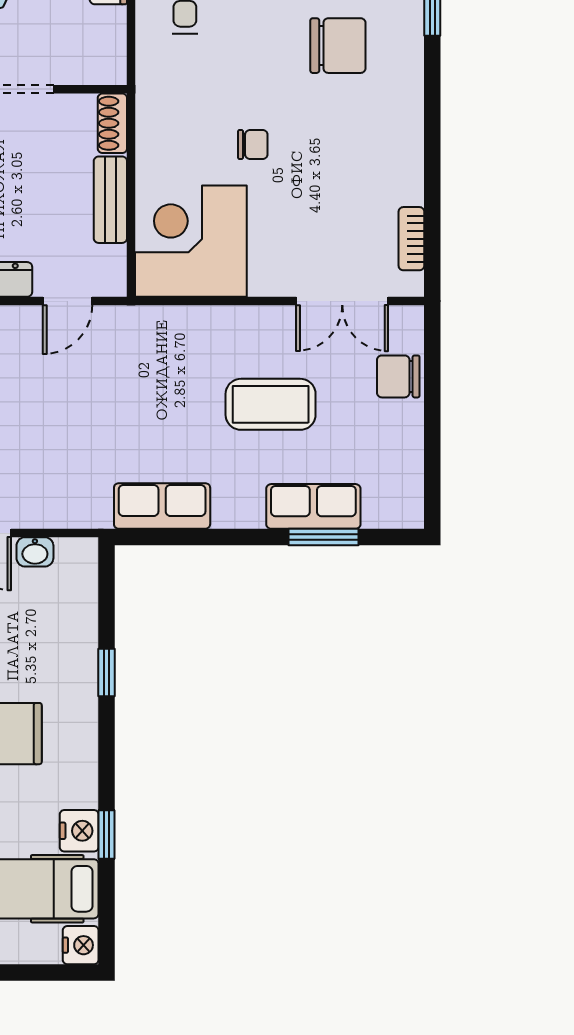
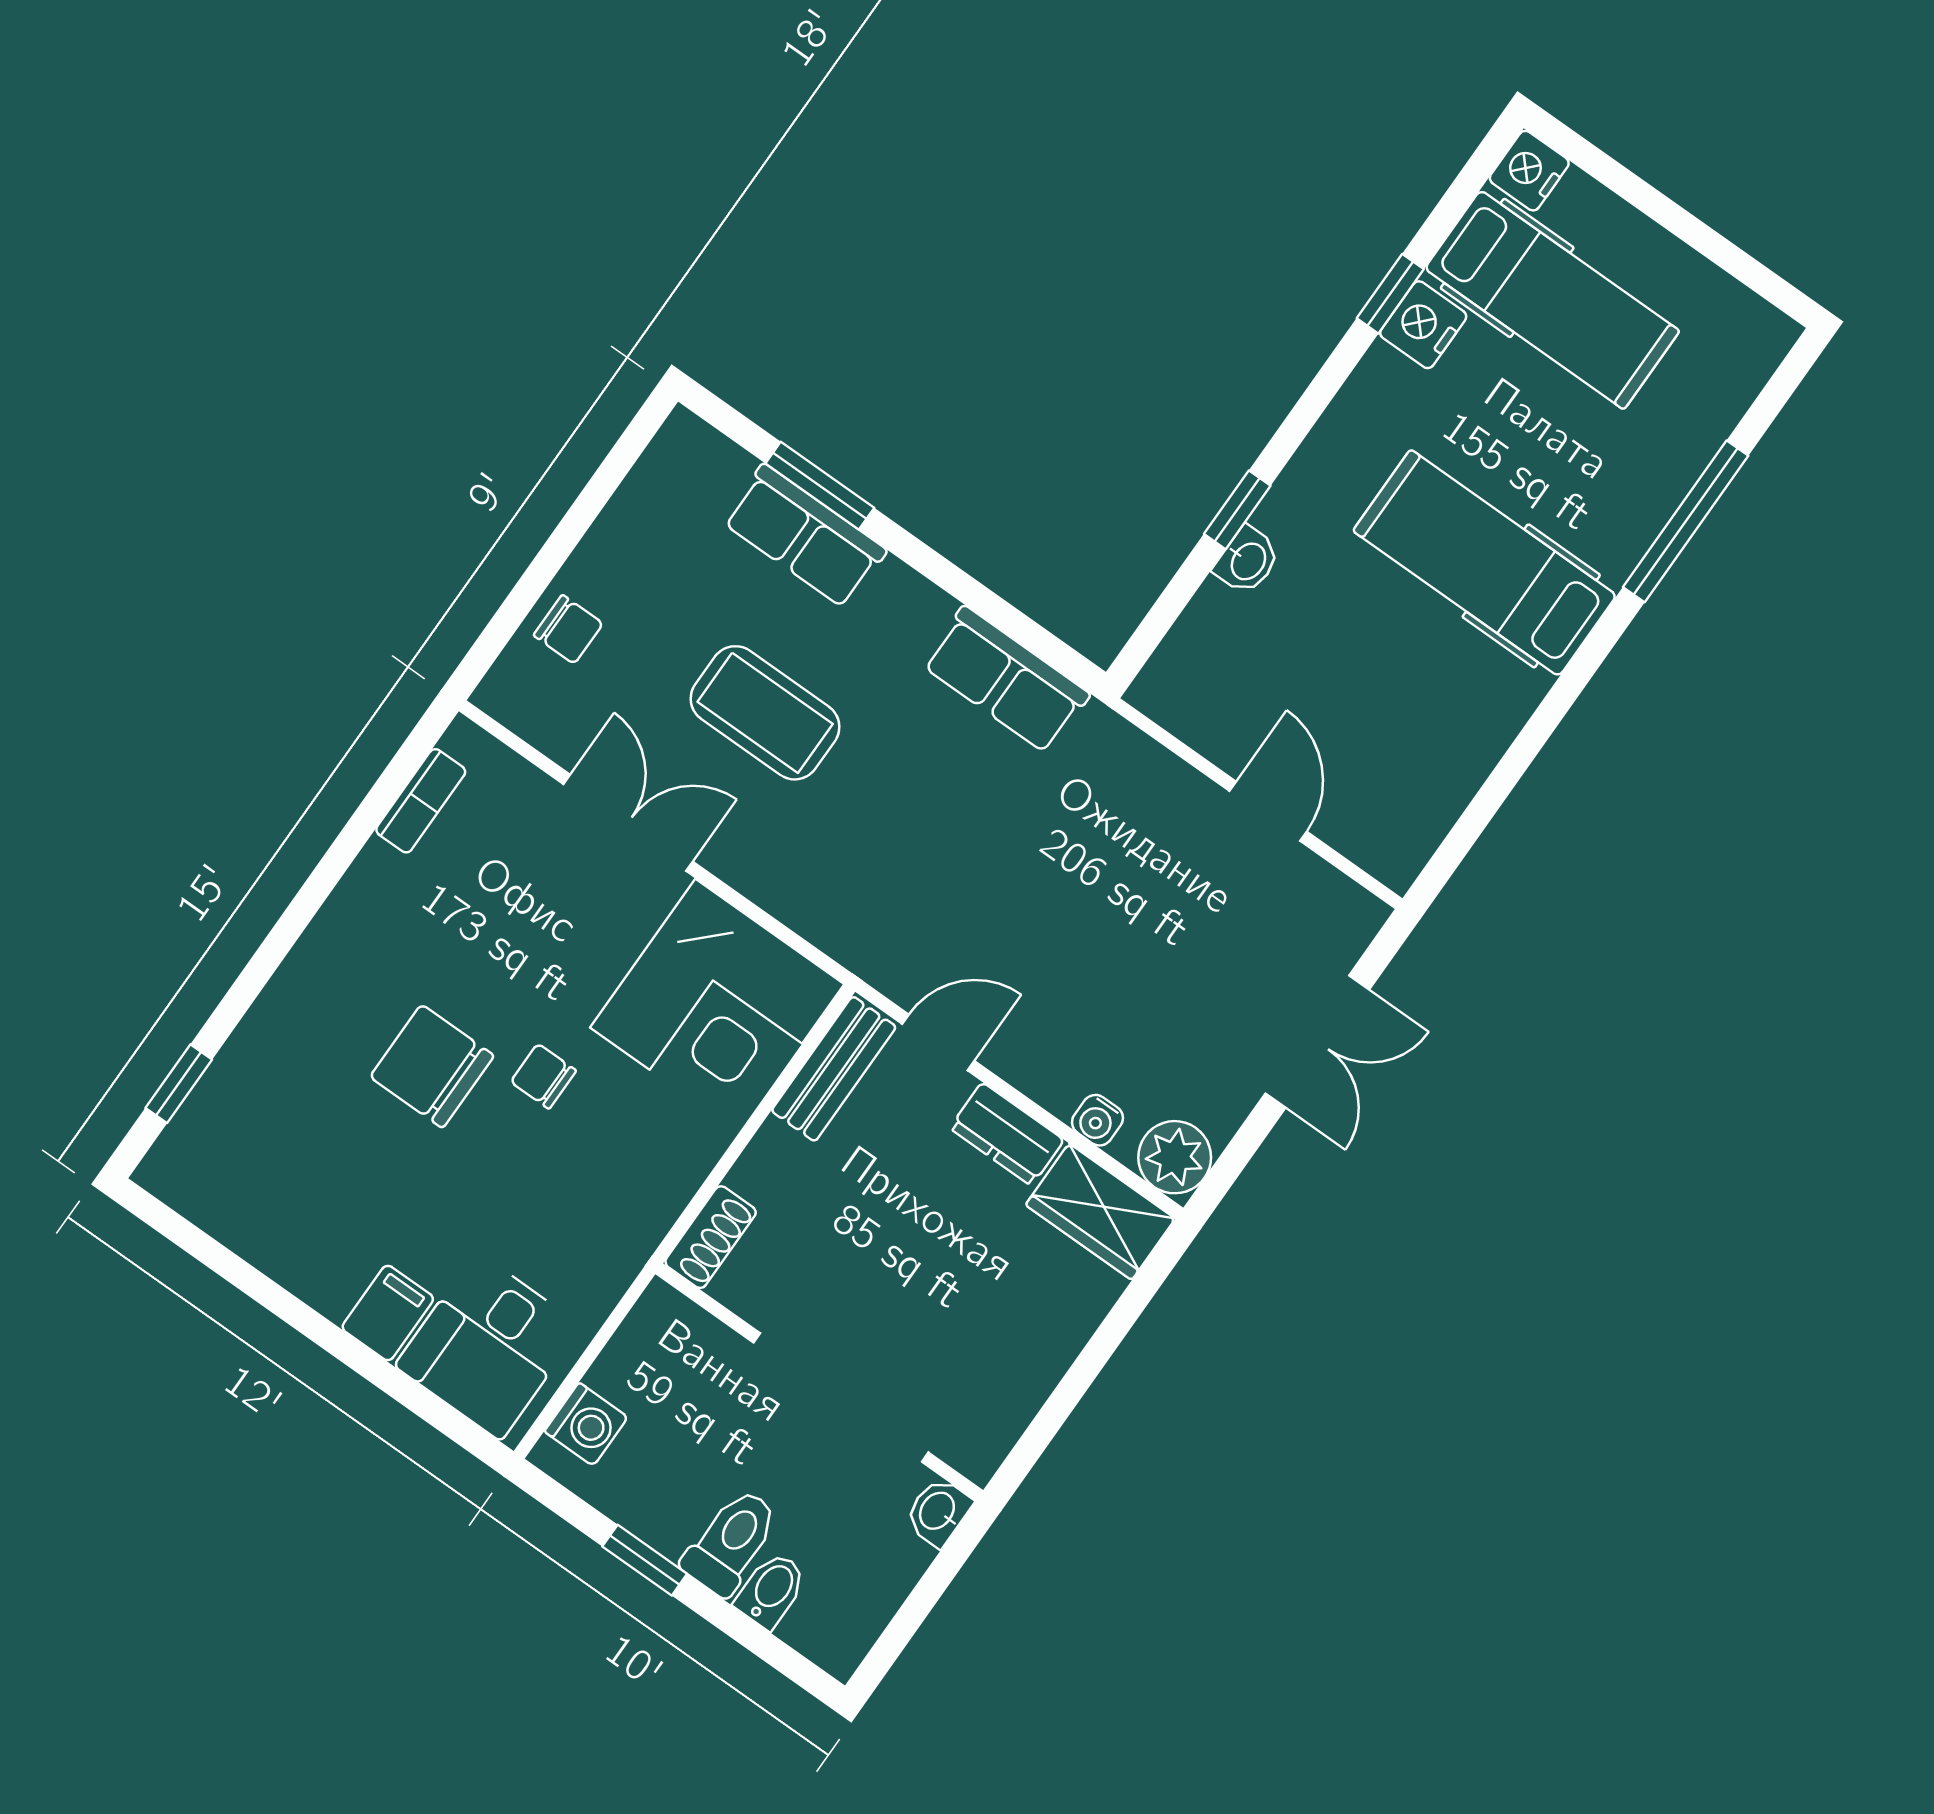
chair: (338, 46) -> (432, 1066), moved
bench: (110, 200) -> (834, 1069), moved
double door: (342, 301) -> (628, 823), moved
chair: (398, 376) -> (568, 629), width x0.73, depth x0.73
washbasin: (35, 552) -> (1247, 561), moved, turned 90

